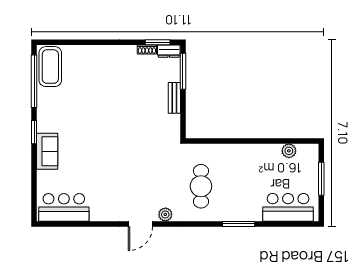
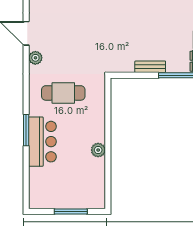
plant: (289, 151) -> (98, 150), moved
bar counter: (288, 207) -> (42, 142), moved

